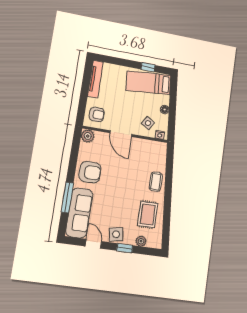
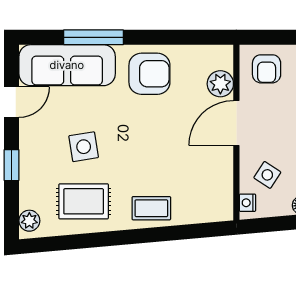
plant: (88, 136) -> (220, 84), moved
armchair: (90, 172) -> (149, 74), turned -90
side table: (116, 234) -> (84, 147), moved
plant: (141, 241) -> (29, 221), moved

